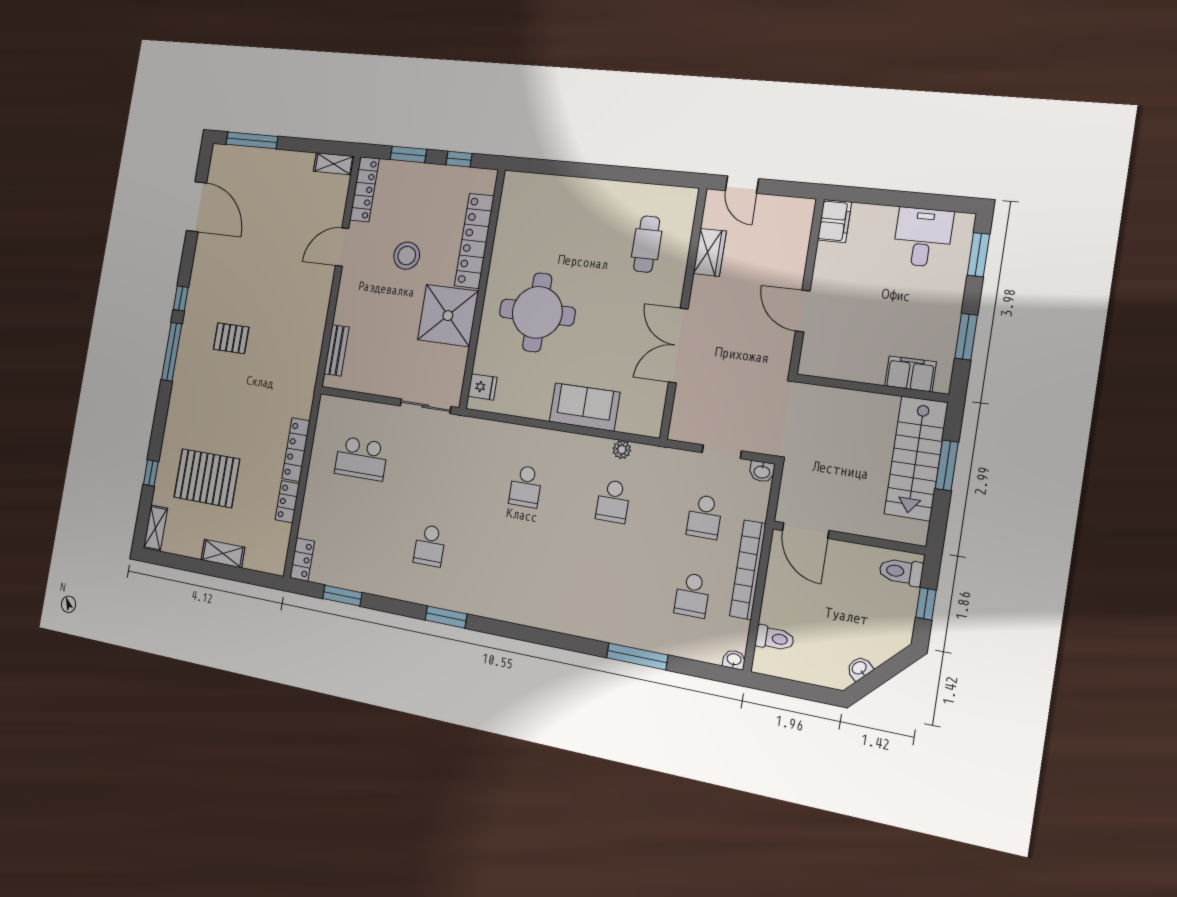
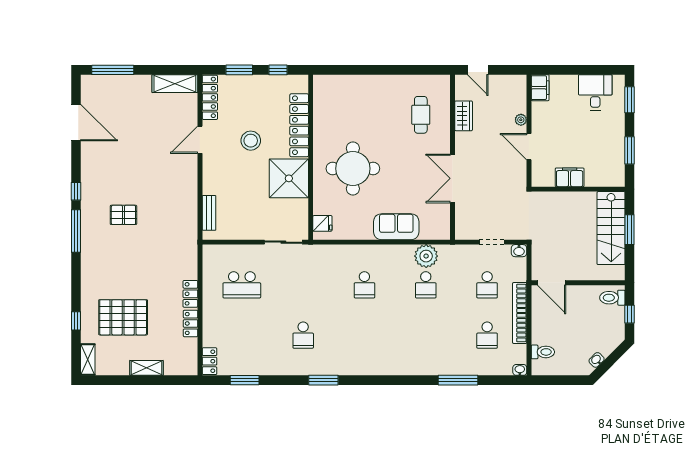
shelving: (334, 164) -> (175, 84), width x1.50, depth x1.33
plant: (796, 268) -> (521, 120), added
filing cabinet: (910, 374) -> (570, 177), moved
locker: (296, 450) -> (190, 294), width x0.66
plant: (622, 450) -> (426, 256), width x1.87, depth x1.87

